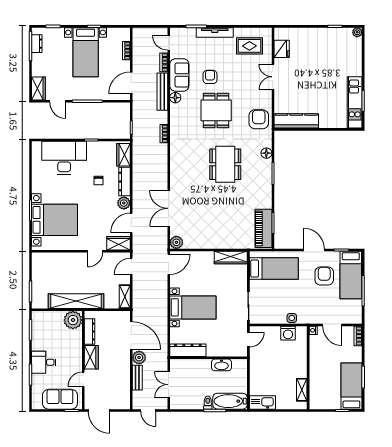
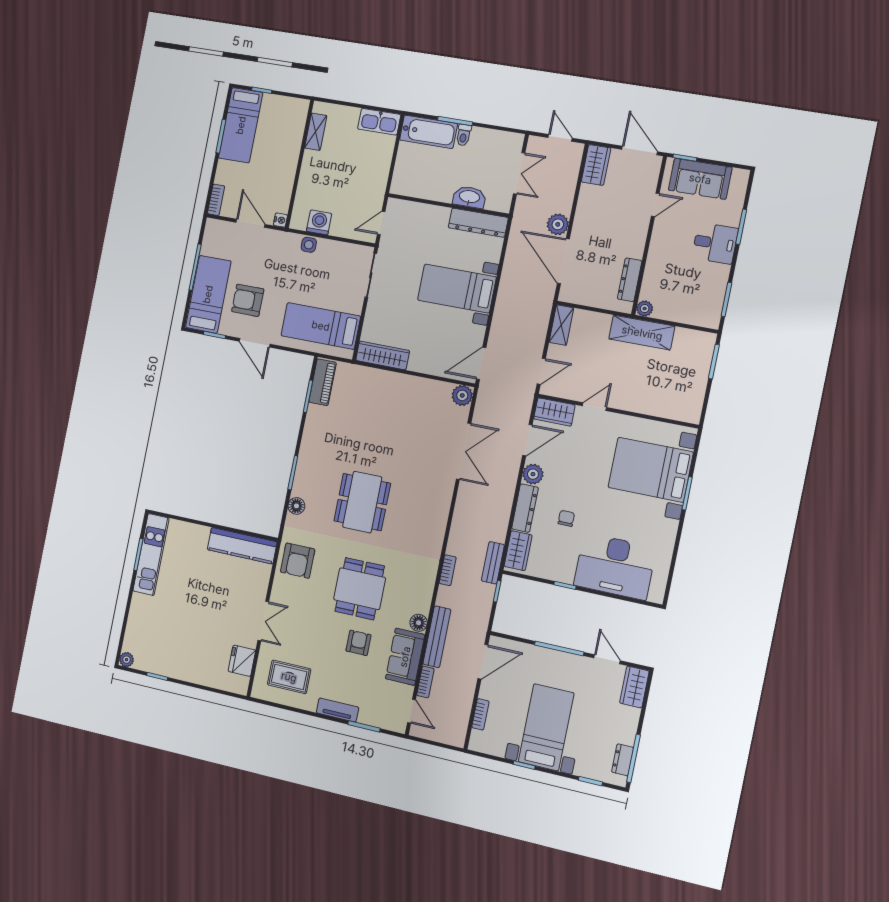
tv unit: (215, 33) -> (338, 710), width x0.71
armchair: (210, 77) -> (358, 643), turned 180
piano: (263, 228) -> (323, 382), width x0.73, depth x0.75
armchair: (324, 276) -> (248, 300), turned 90
shelving: (76, 301) -> (642, 333), width x0.68
plant: (73, 320) -> (645, 309), width x0.53, depth x0.53
wardrobe: (91, 357) -> (596, 165), moved, turned 180
washbasin: (221, 365) -> (469, 197), moved
bench: (137, 378) -> (493, 563), moved

